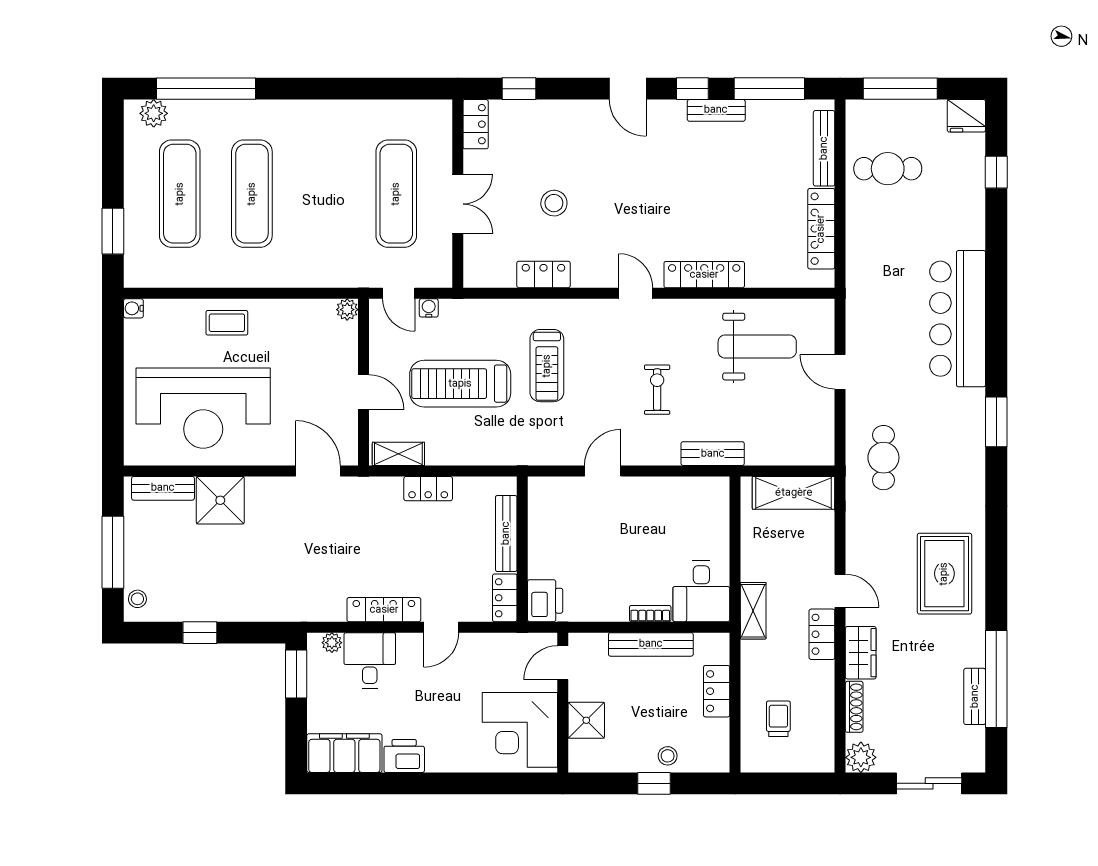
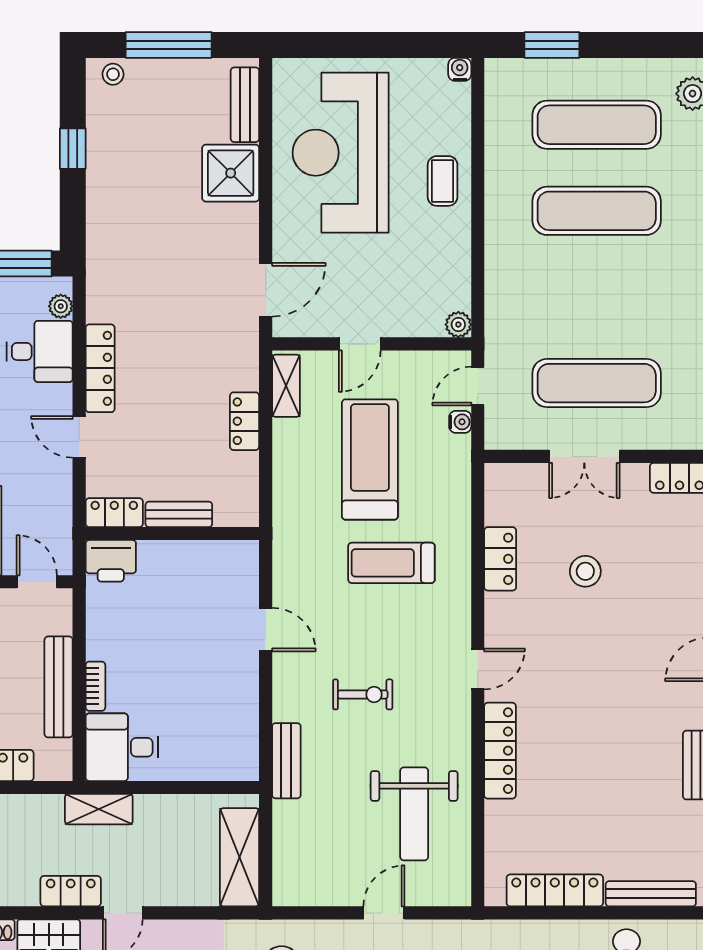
bench: (506, 533) -> (179, 514), width x0.73

